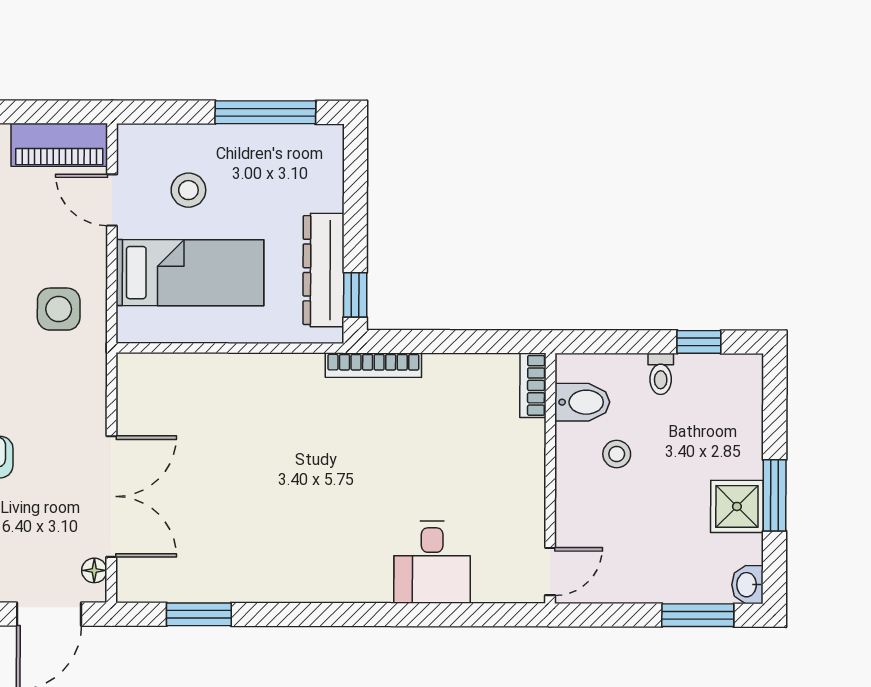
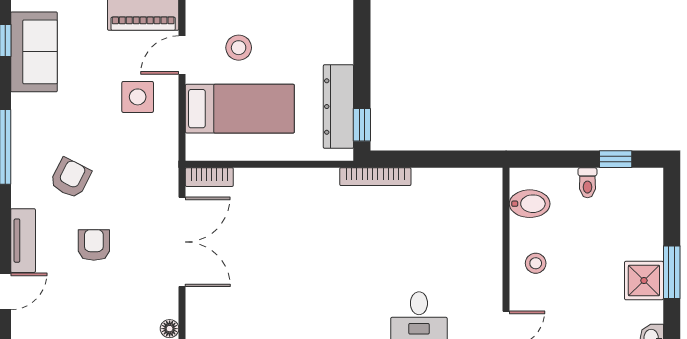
door: (112, 200) -> (182, 55), hinge flipped
side table: (59, 309) -> (138, 97), moved
bookcase: (533, 385) -> (209, 177), moved, turned -90
stool: (617, 454) -> (536, 263), moved
double door: (111, 496) -> (182, 242), moved

